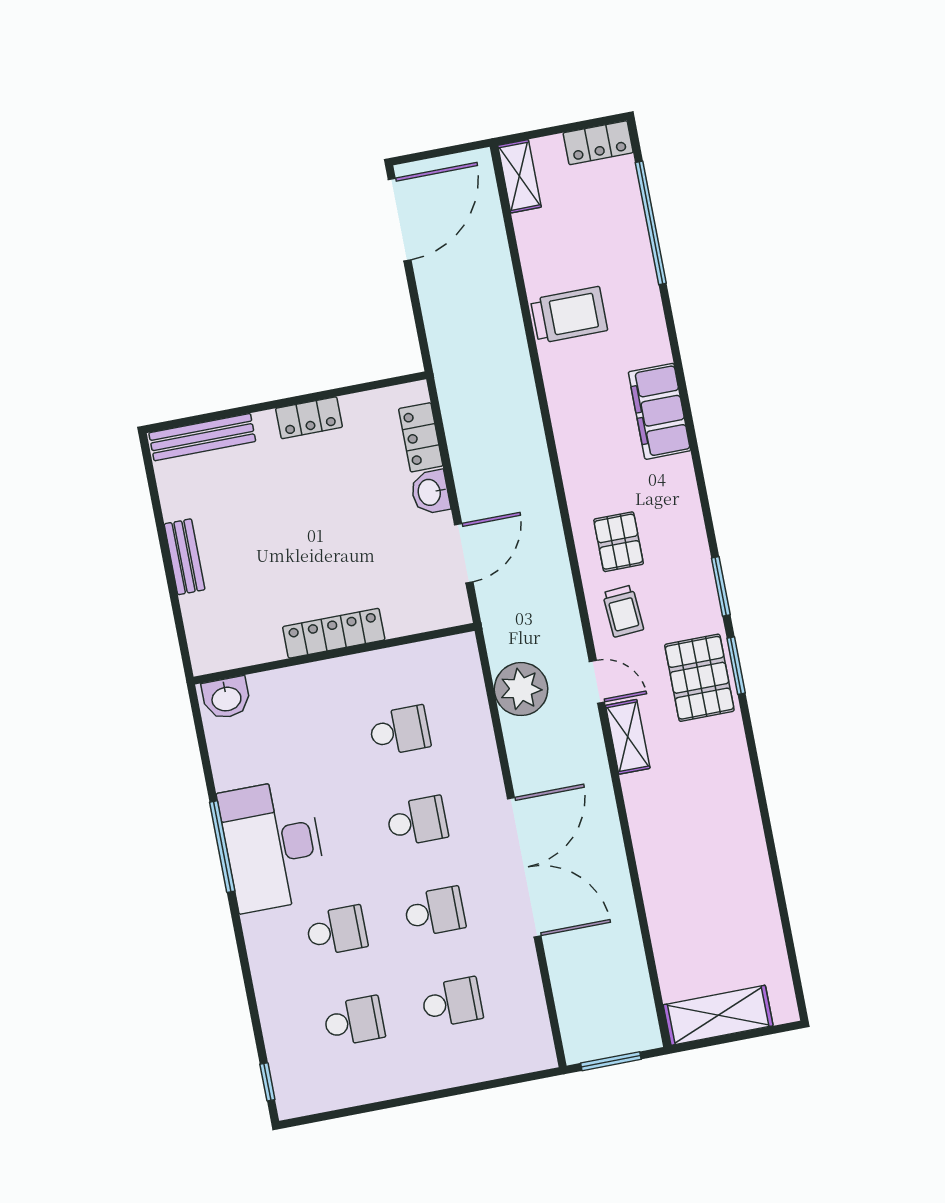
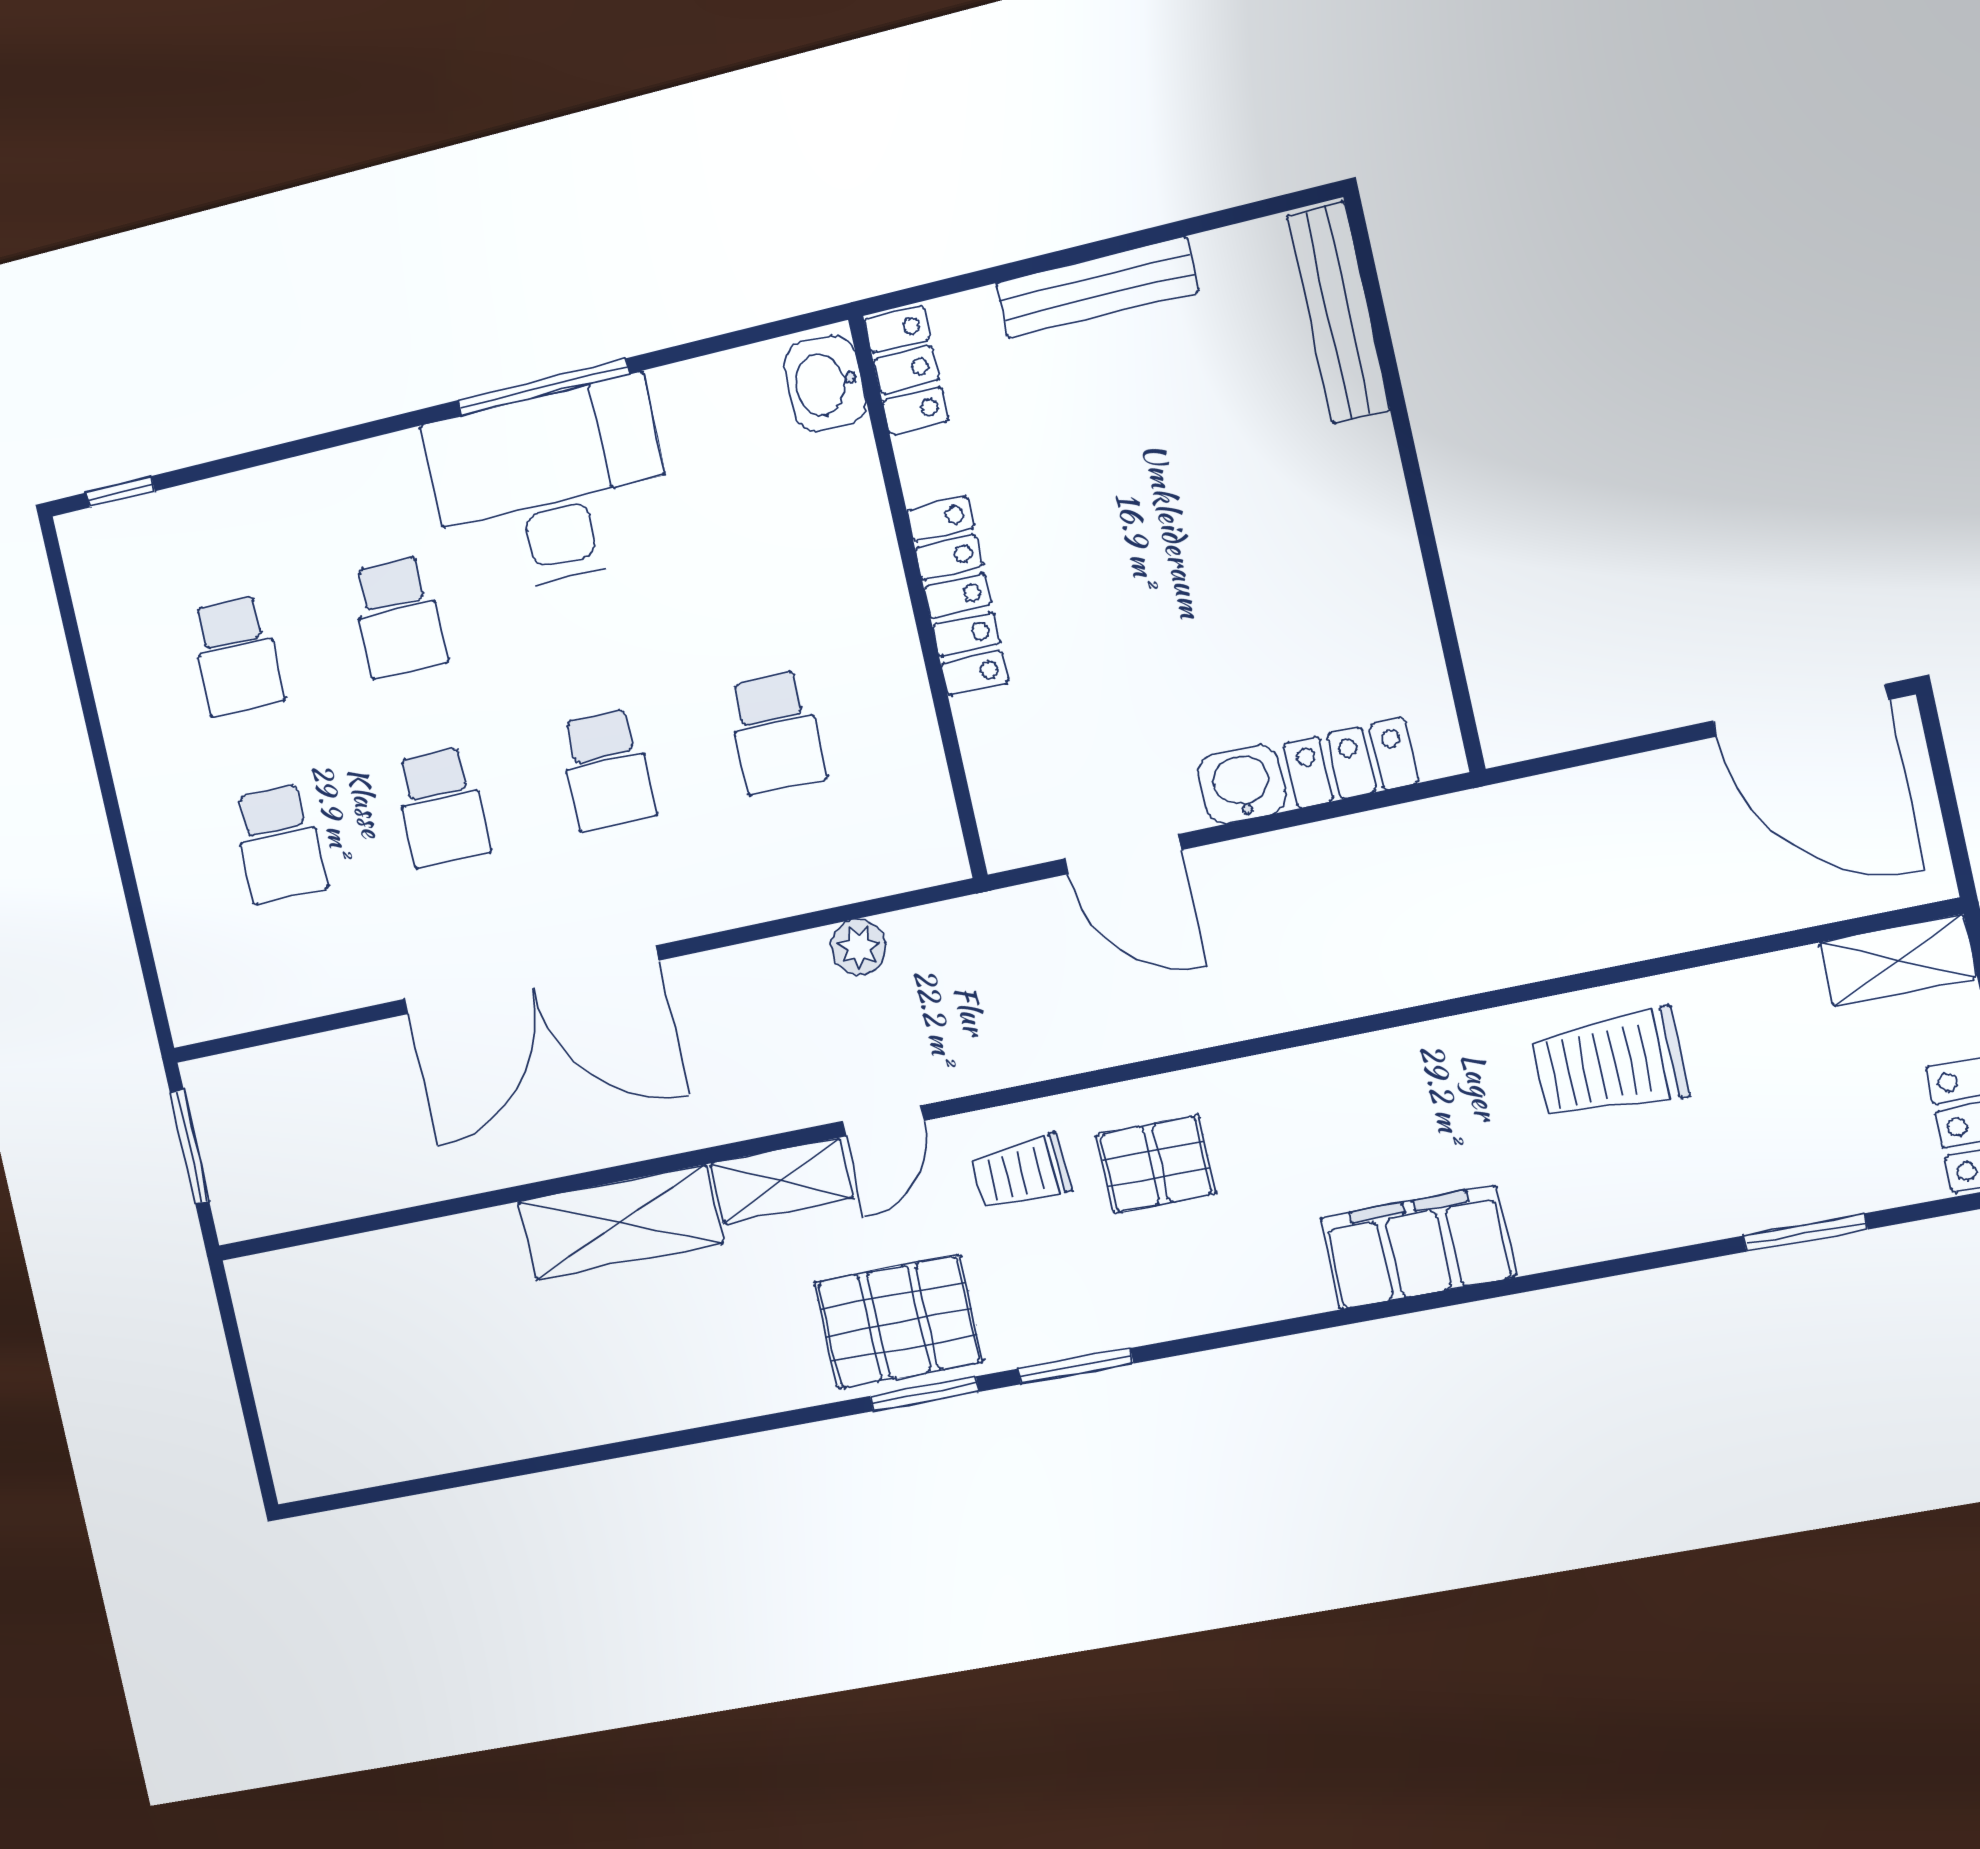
window: (651, 223) -> (1805, 1233), width x0.47
trolley: (569, 315) -> (1610, 1064), turned 90
locker: (309, 418) -> (906, 370), moved, turned 180
bench: (185, 557) -> (1097, 287), width x1.36
plant: (521, 689) -> (859, 947), width x0.53, depth x0.53
shelving: (718, 1015) -> (620, 1222), moved, turned 90

